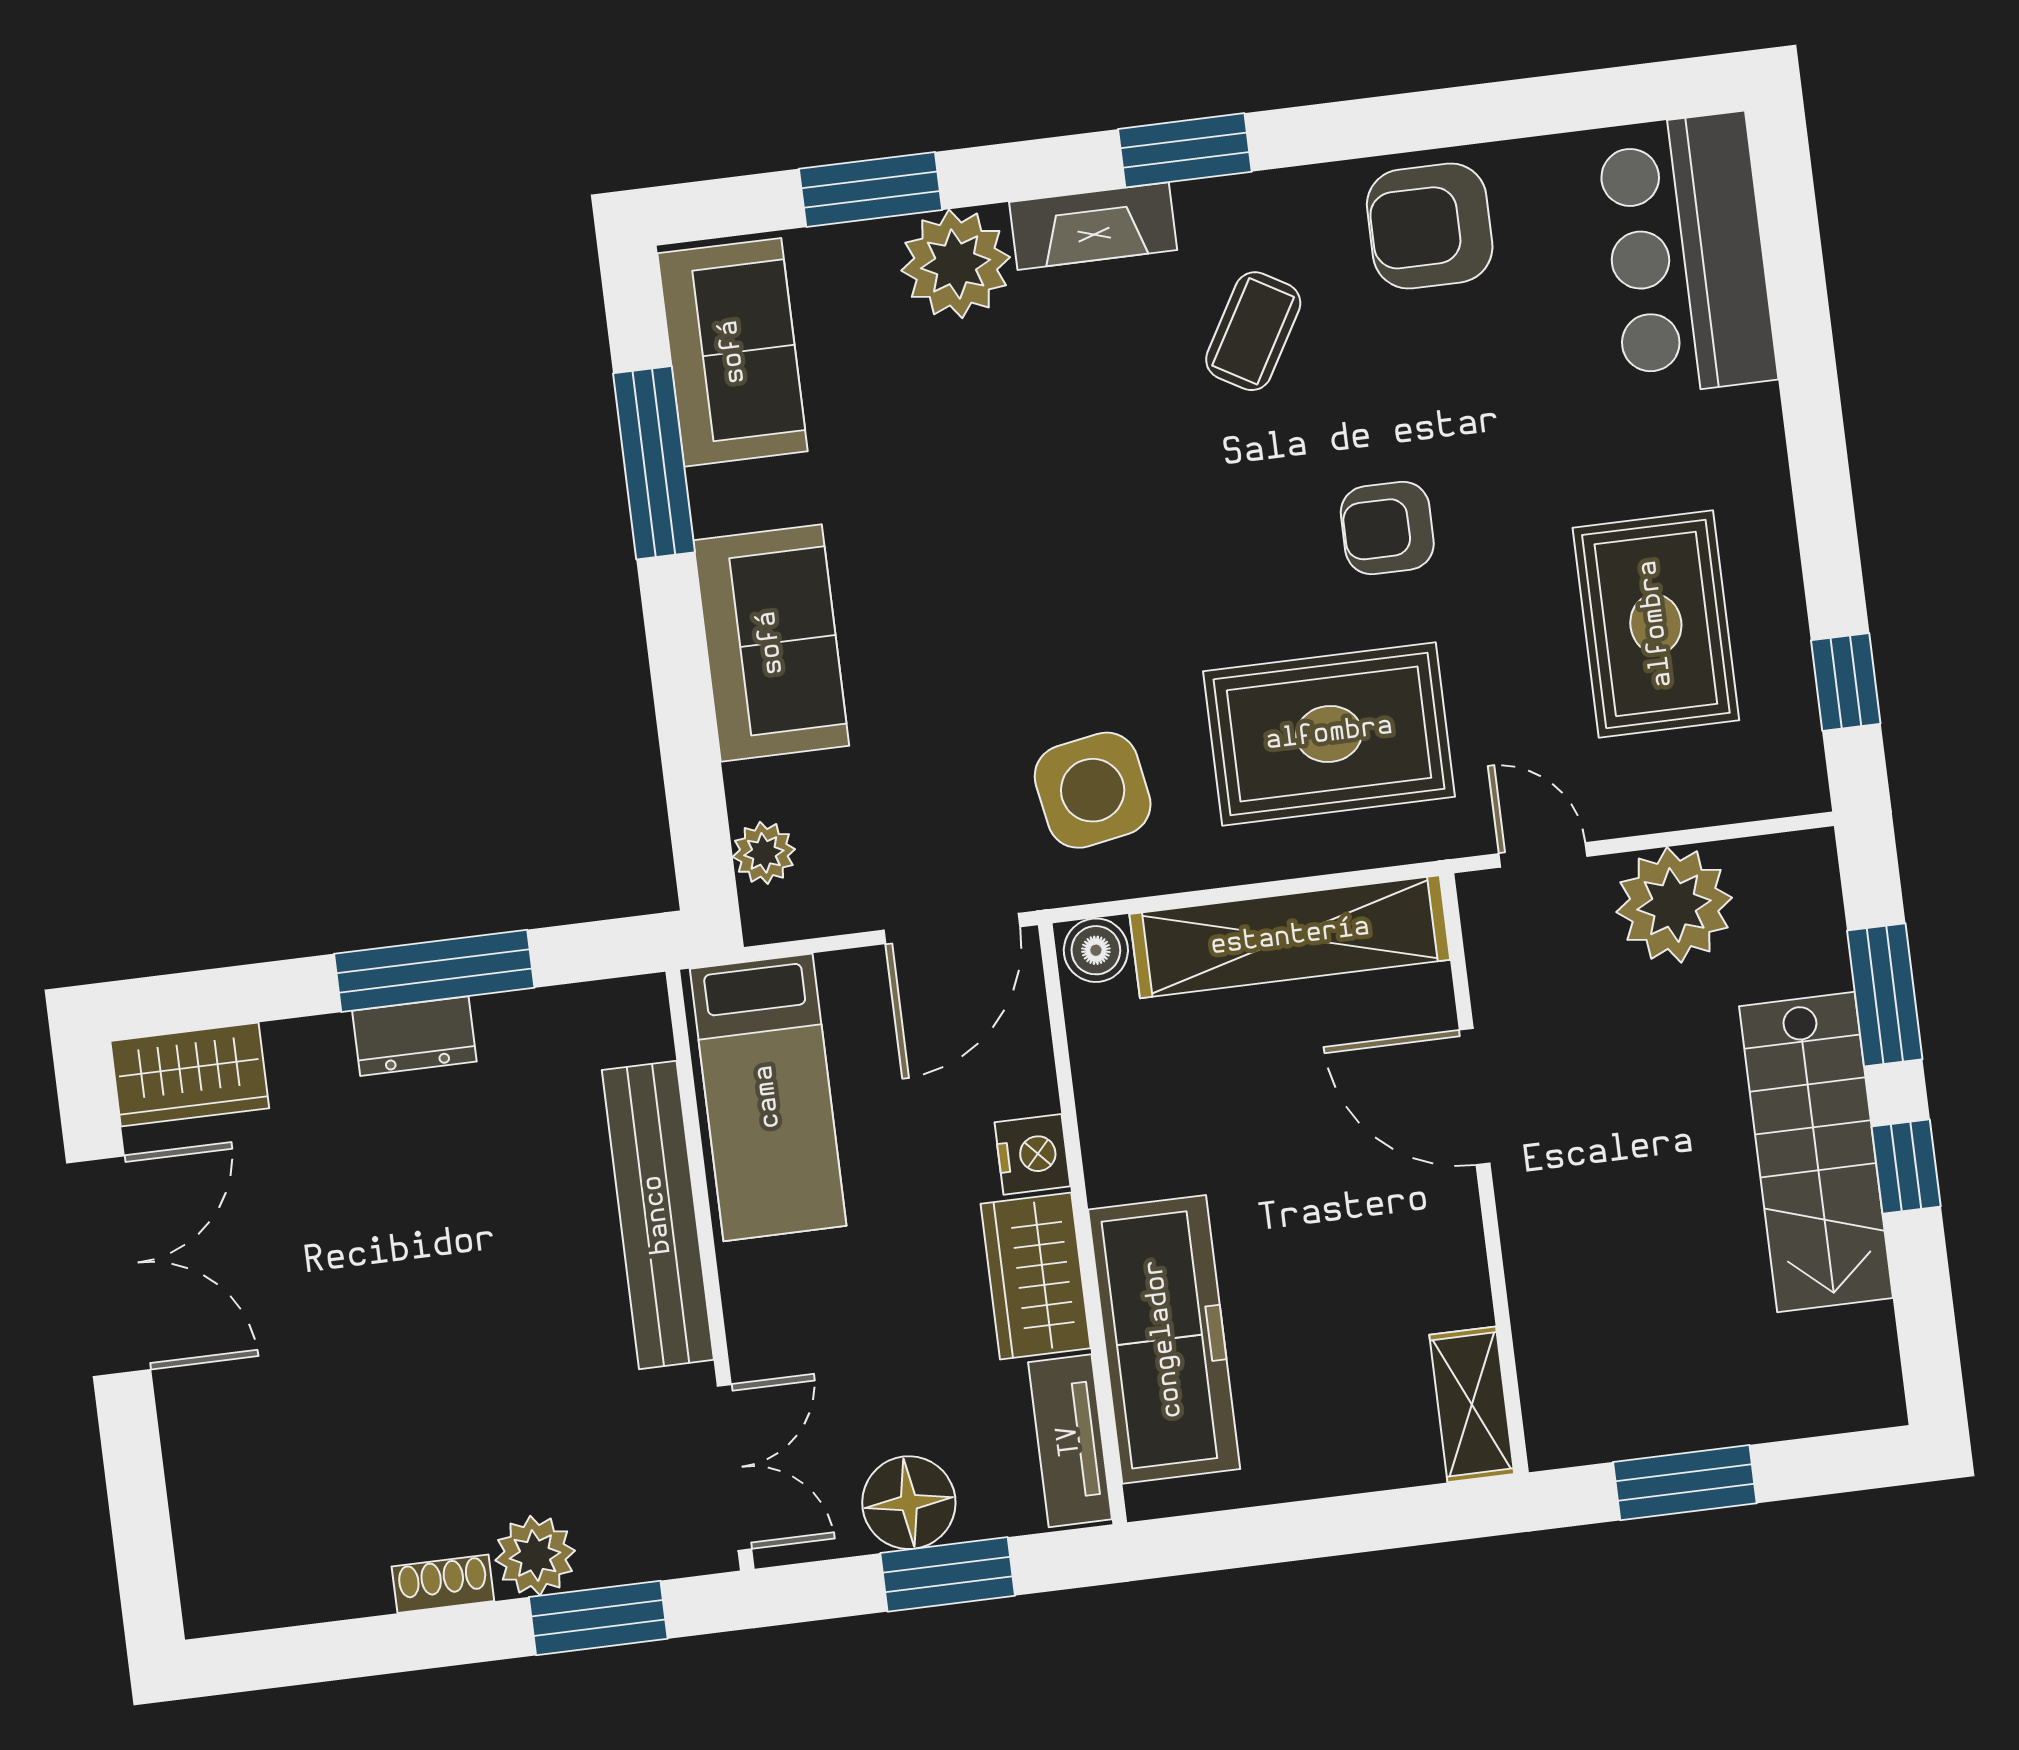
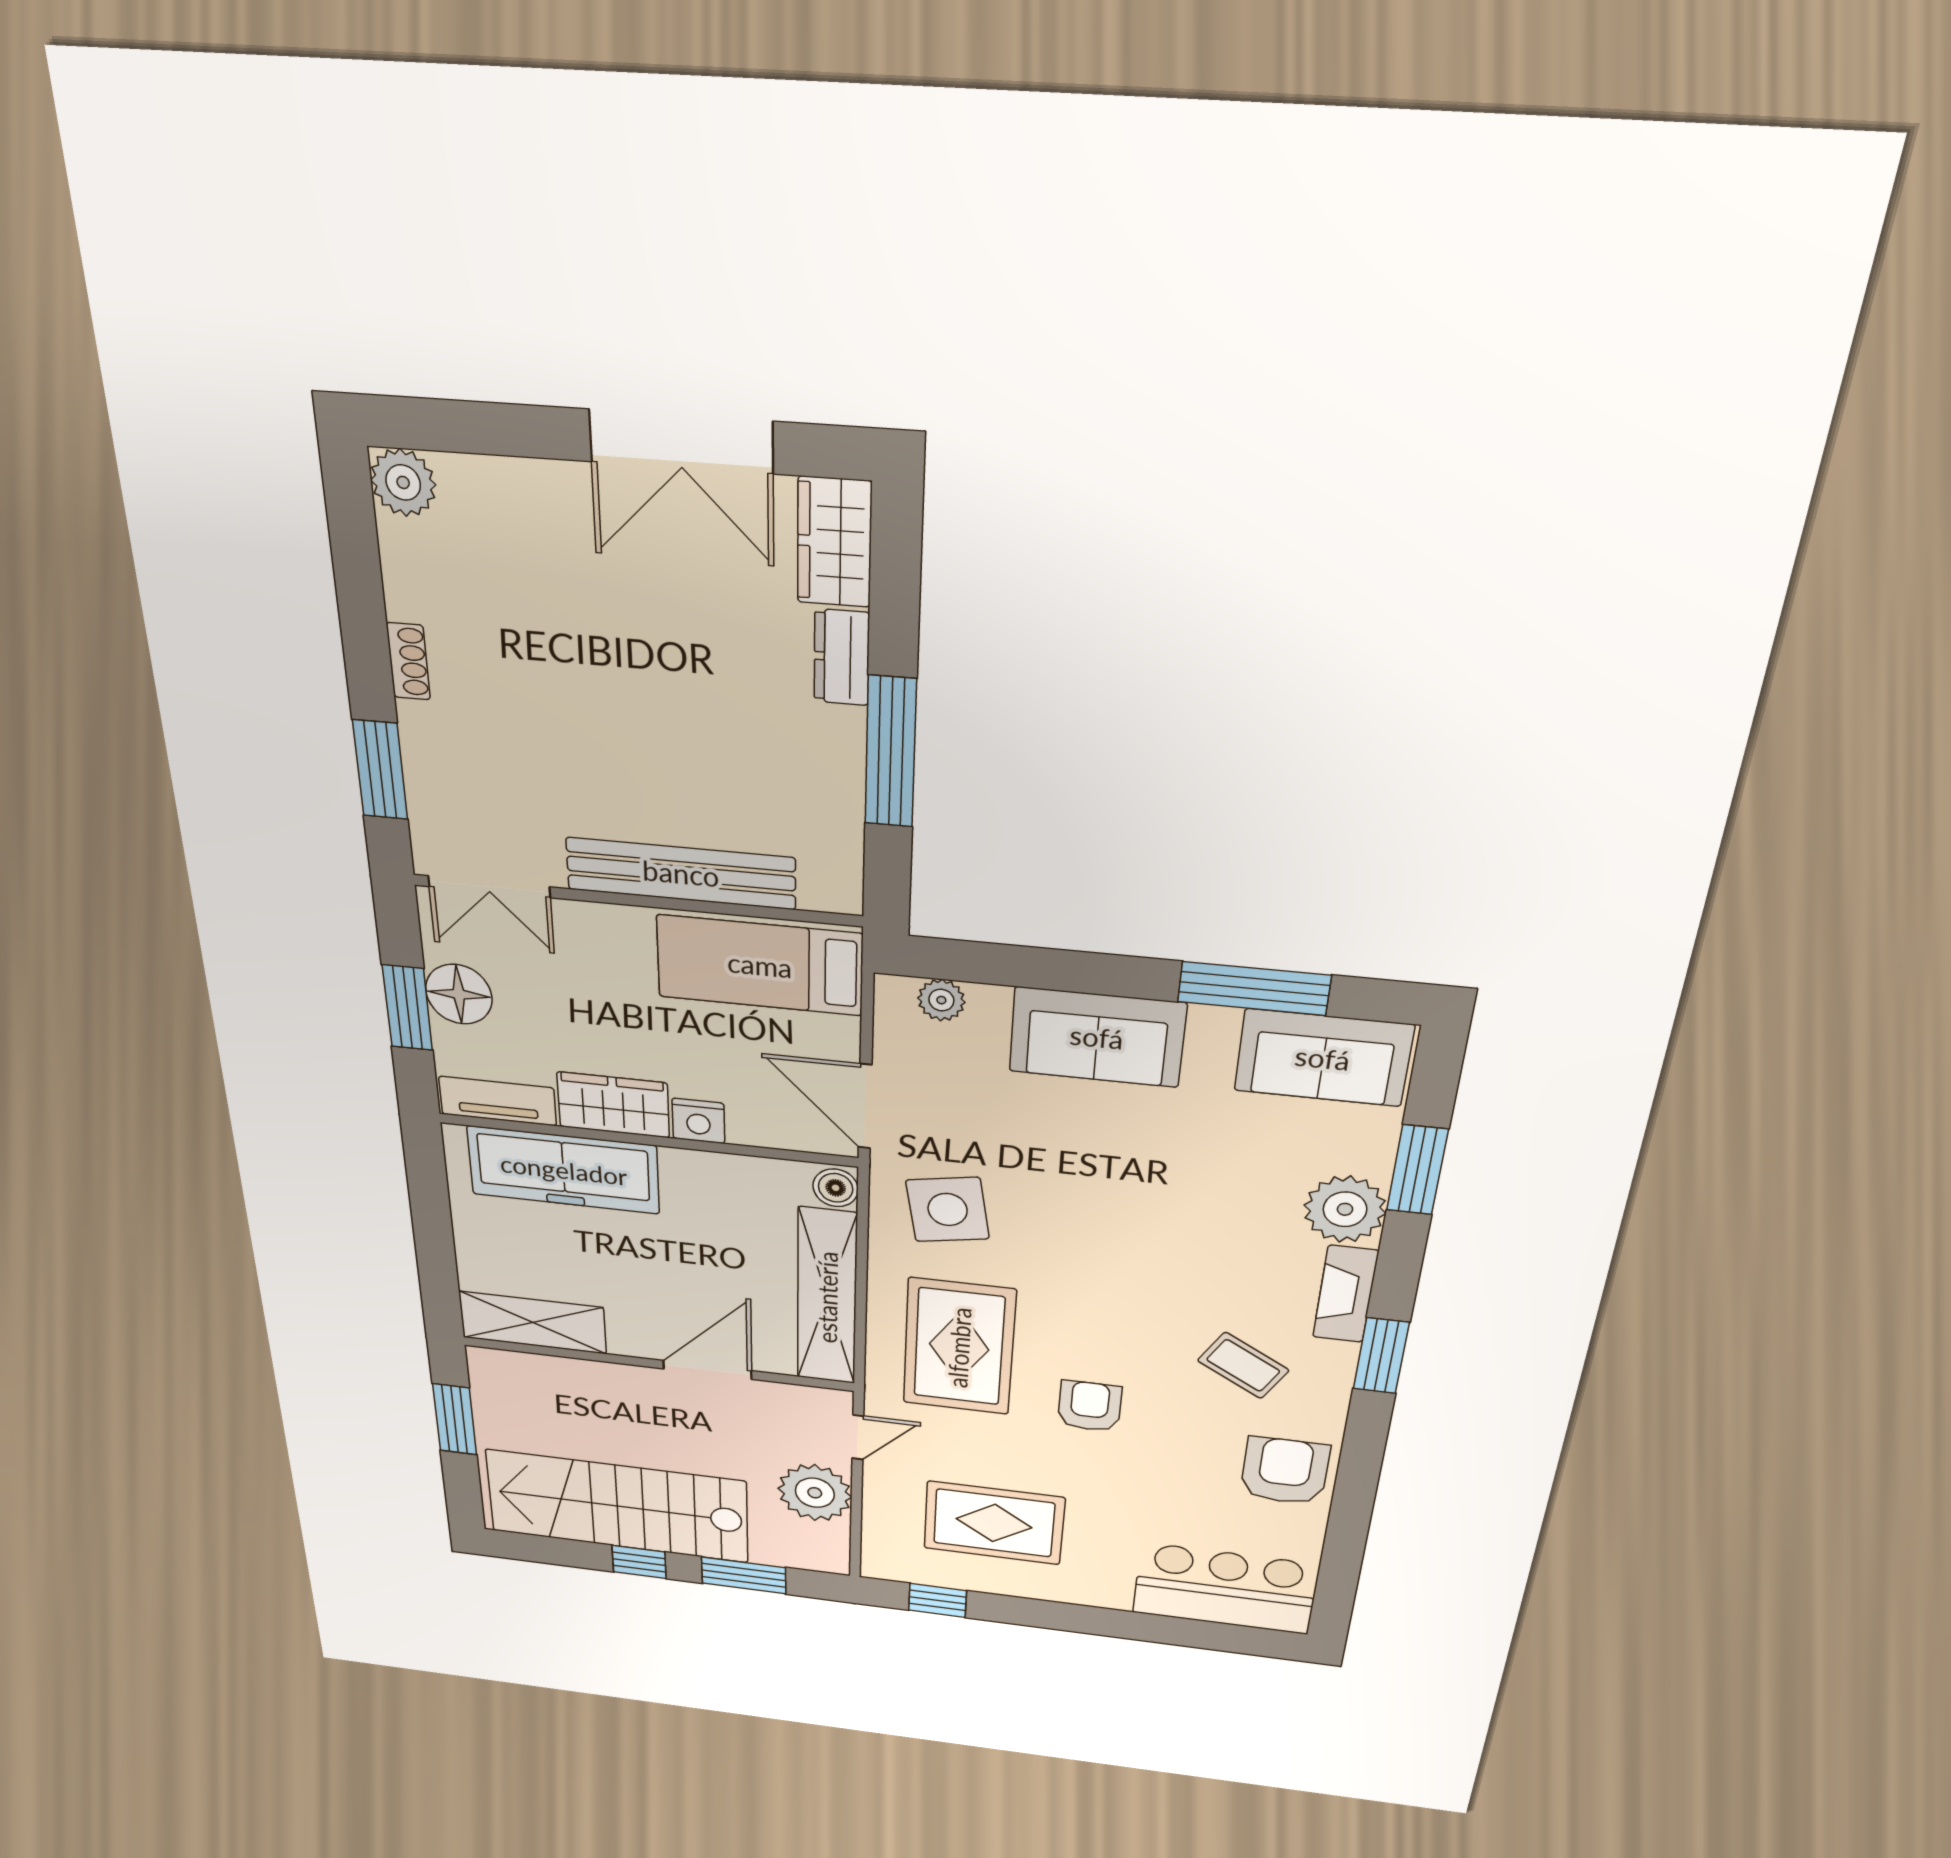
dresser: (414, 1036) -> (842, 657), moved
stairs: (1816, 1152) -> (617, 1506), width x1.36, depth x1.51
shelving: (1472, 1404) -> (533, 1322), width x1.50, depth x1.33
plant: (535, 1556) -> (403, 482), moved

